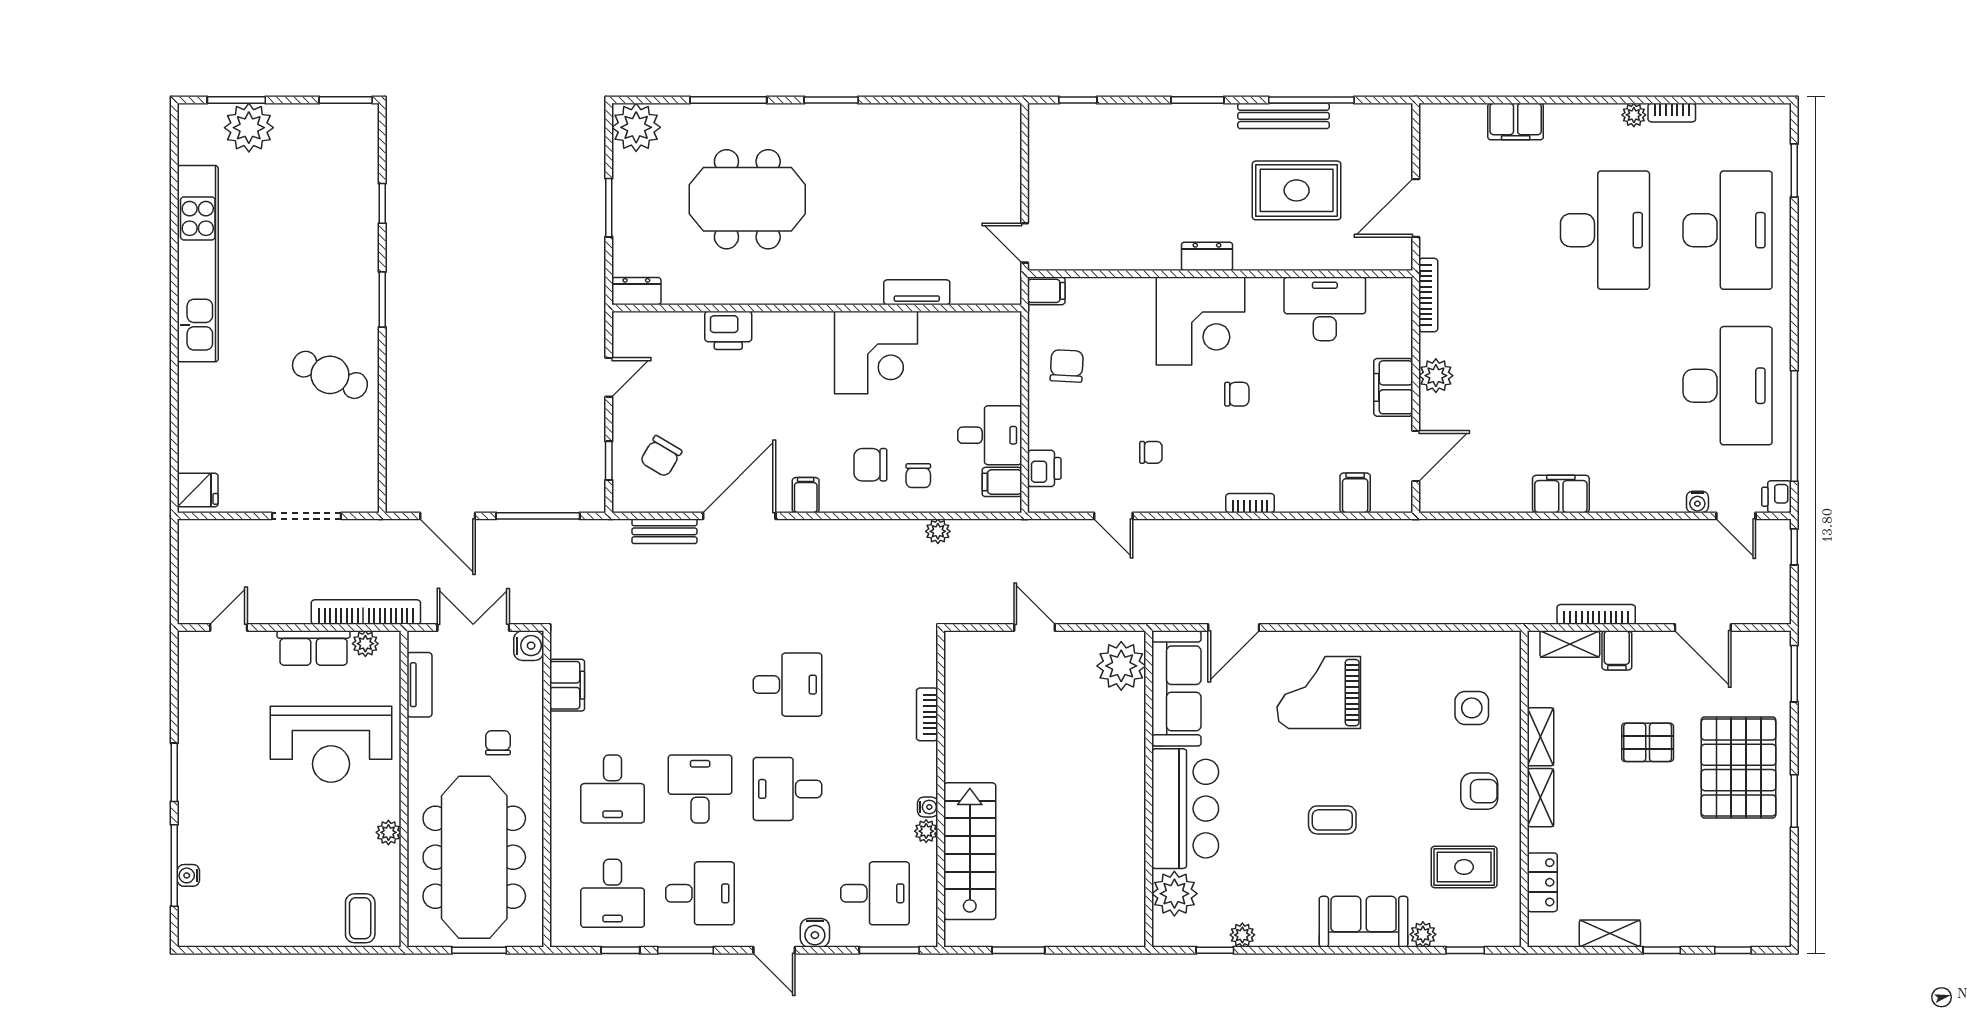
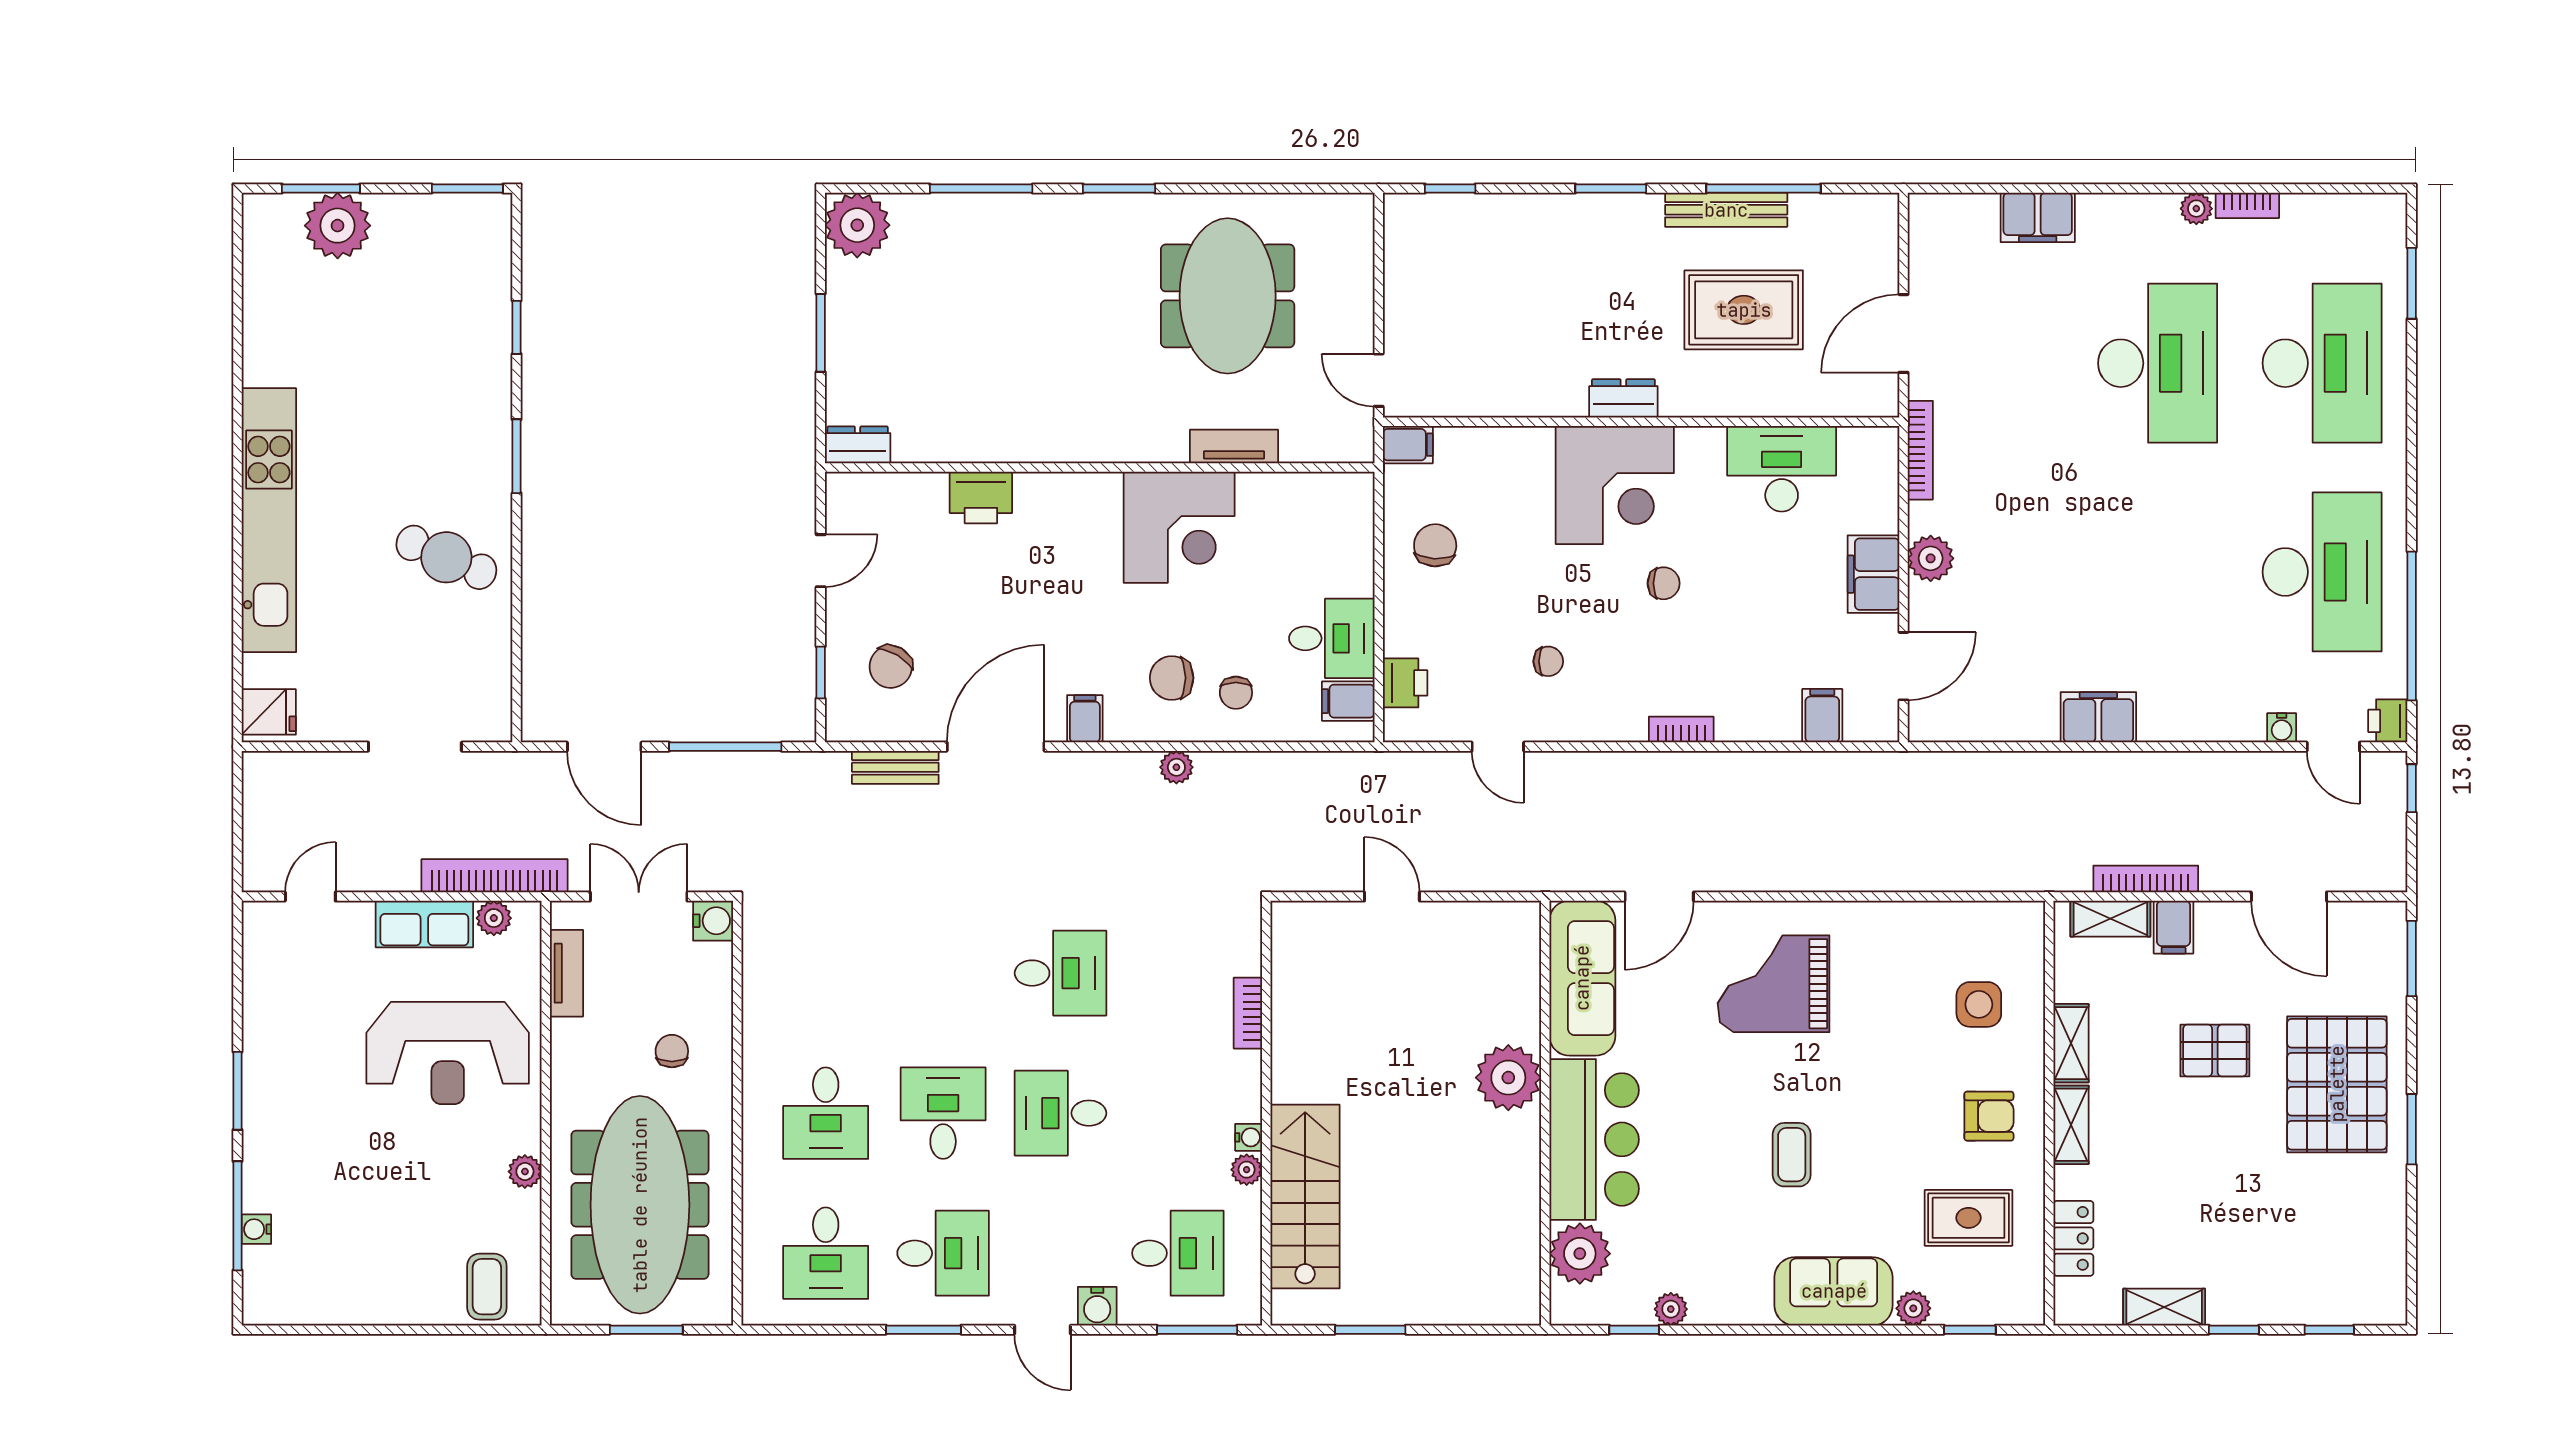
meeting table: (747, 199) -> (1228, 296), moved, turned 90
kitchen unit: (198, 264) -> (269, 520), moved
plant: (938, 531) -> (1176, 767), moved
plant: (1121, 666) -> (1508, 1078), moved
filing cabinet: (567, 685) -> (765, 974), removed
coffee table: (1332, 820) -> (1792, 1155), turned 90
window: (620, 950) -> (836, 1330), removed

